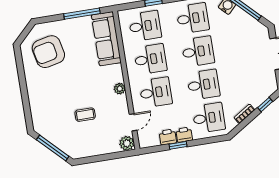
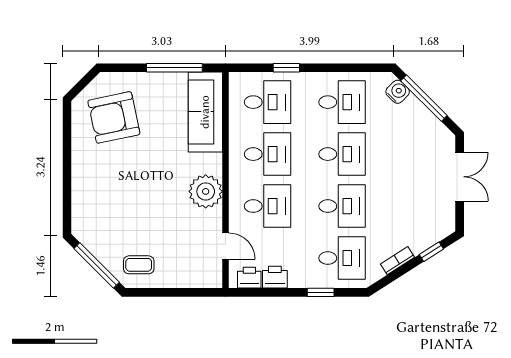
plant: (120, 89) -> (206, 191), width x1.88, depth x1.88
coffee table: (85, 115) -> (139, 265), moved
door: (133, 122) -> (226, 246), hinge flipped
printer: (184, 135) -> (249, 278), moved
plant: (127, 143) -> (211, 277), removed
window: (178, 145) -> (321, 292), moved

